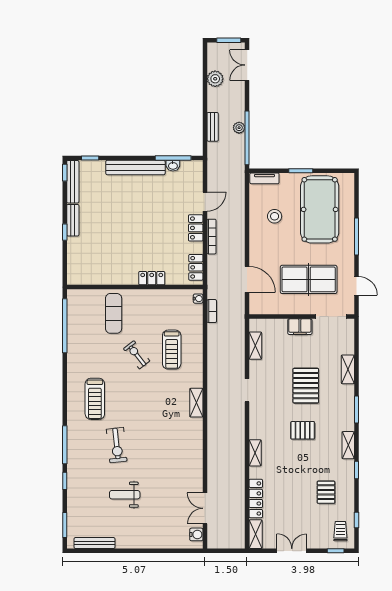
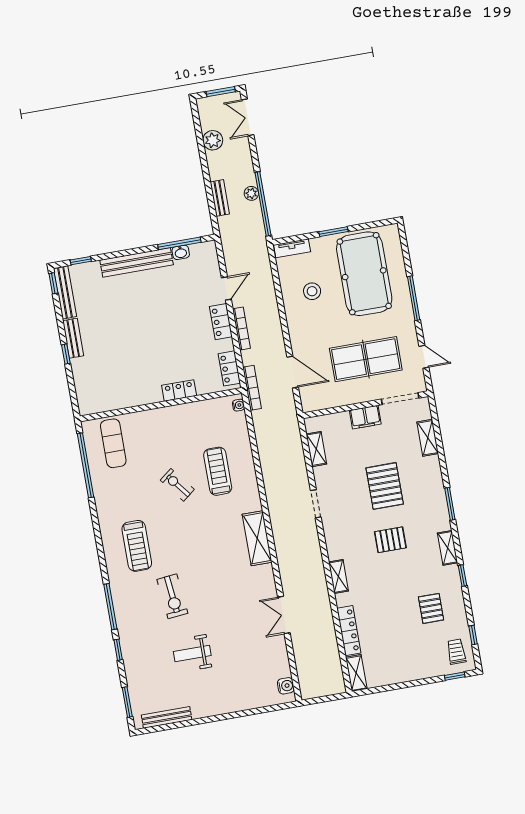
bookcase: (212, 311) -> (252, 388), moved, width x1.56
exercise mat: (114, 313) -> (113, 443), moved
treadmill: (172, 350) -> (218, 471), turned 180
shelving: (348, 369) -> (428, 438), moved
shelving: (196, 403) -> (257, 538), width x1.50, depth x1.33
double door: (205, 508) -> (284, 615), moved
double door: (292, 551) -> (403, 685), removed

